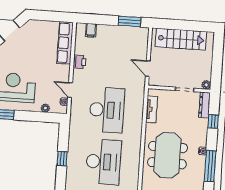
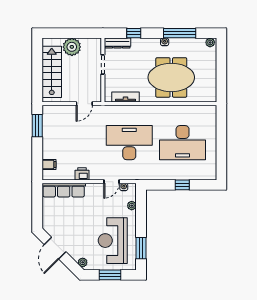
plant: (206, 85) -> (72, 47), moved, width x1.88, depth x1.88
desk: (103, 162) -> (183, 143), turned 180

